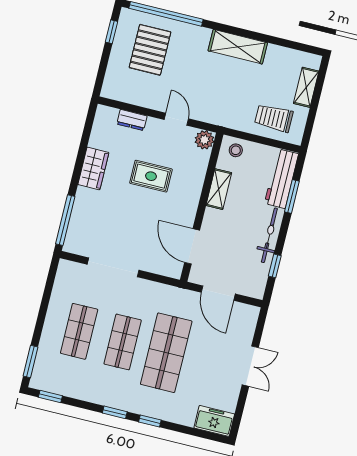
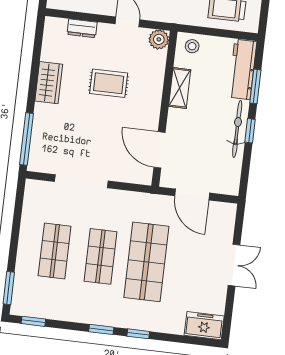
window: (275, 266) -> (250, 131), moved

